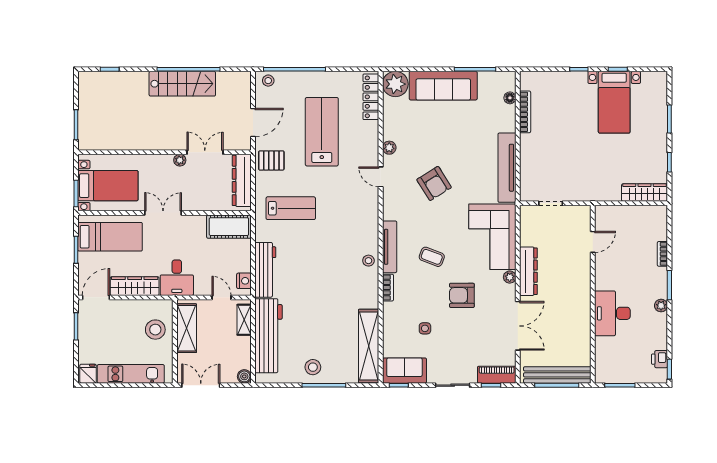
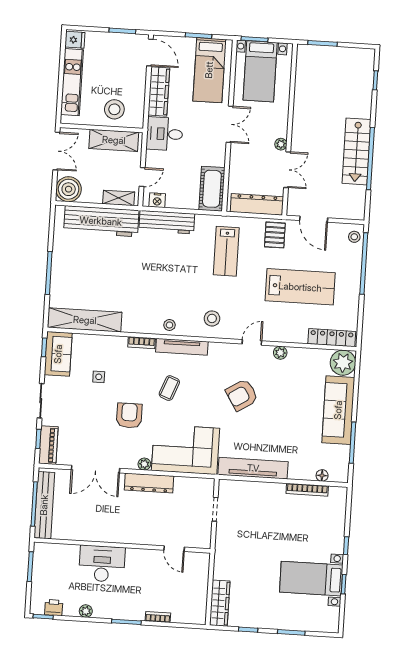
plant: (661, 306) -> (86, 611), moved
stool: (313, 367) -> (212, 318), moved
boiler: (244, 376) -> (69, 189), width x1.86, depth x1.86

